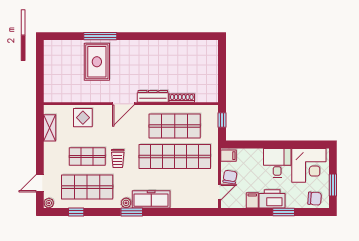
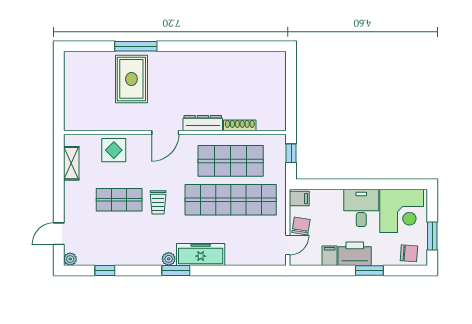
shop shelf: (87, 187) -> (119, 239), removed

